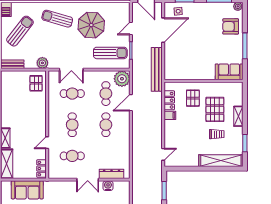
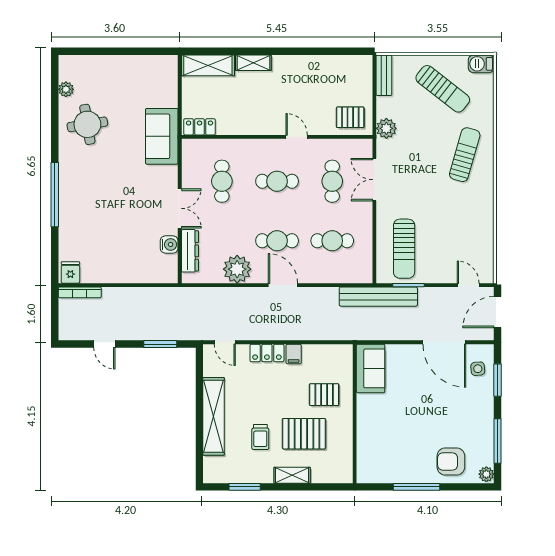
parasol: (91, 25) -> (453, 215), removed
armchair: (231, 26) -> (451, 462), turned -90
door: (131, 28) -> (468, 285), moved
bench: (157, 69) -> (378, 297), moved
sofa: (229, 72) -> (371, 368), moved
plant: (122, 79) -> (237, 269), moved
locker: (169, 100) -> (267, 353), moved
door: (131, 103) -> (283, 285), moved
door: (47, 143) -> (297, 137), moved
shelving: (221, 161) -> (214, 416), moved
double door: (88, 180) -> (180, 208), swing flipped
sofa: (27, 190) -> (162, 136), moved

